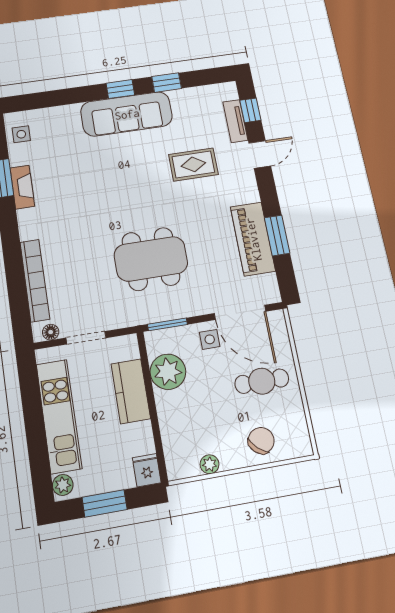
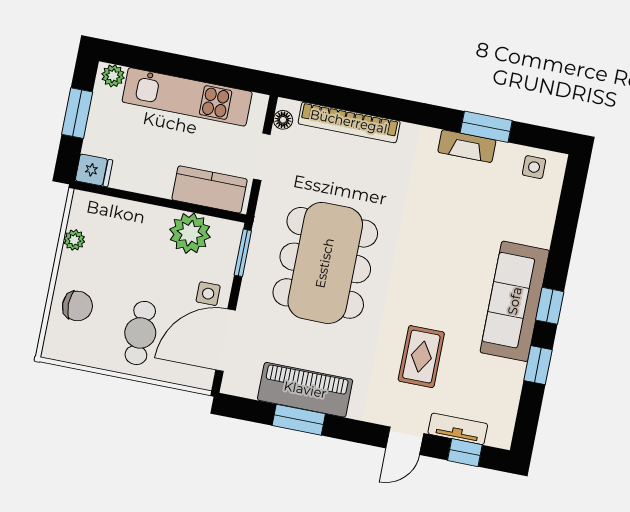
door: (260, 154) -> (405, 441), hinge flipped
dining table: (151, 259) -> (325, 263), width x1.36, depth x1.24
kitchen counter: (131, 391) -> (210, 189), moved
chair: (261, 441) -> (77, 306), turned -42

